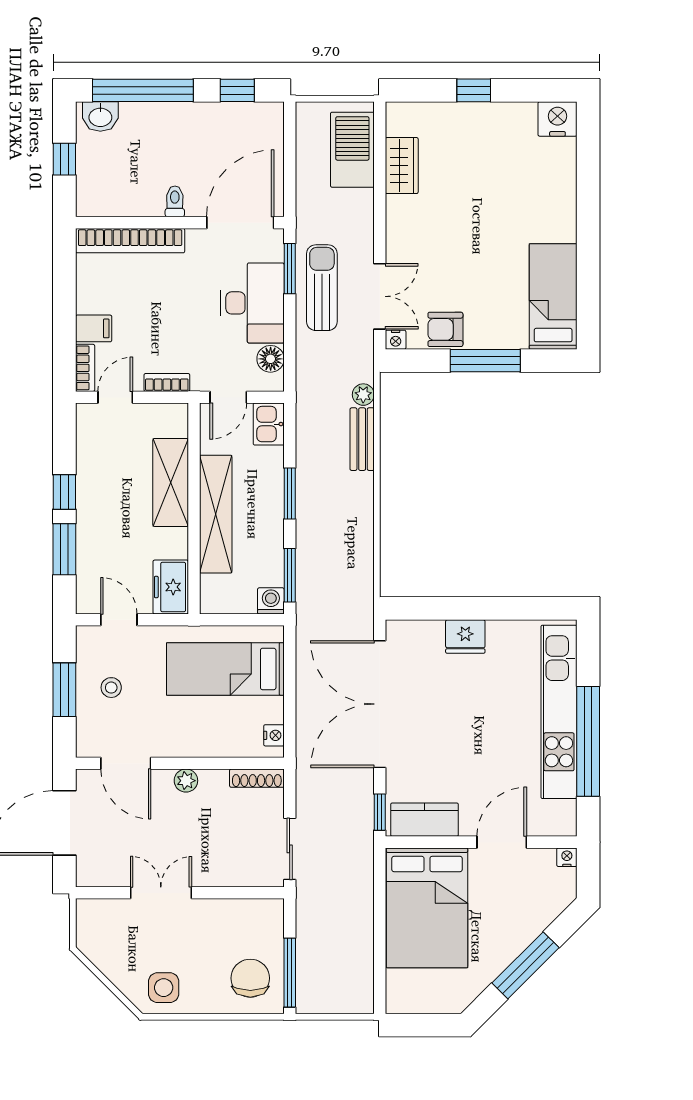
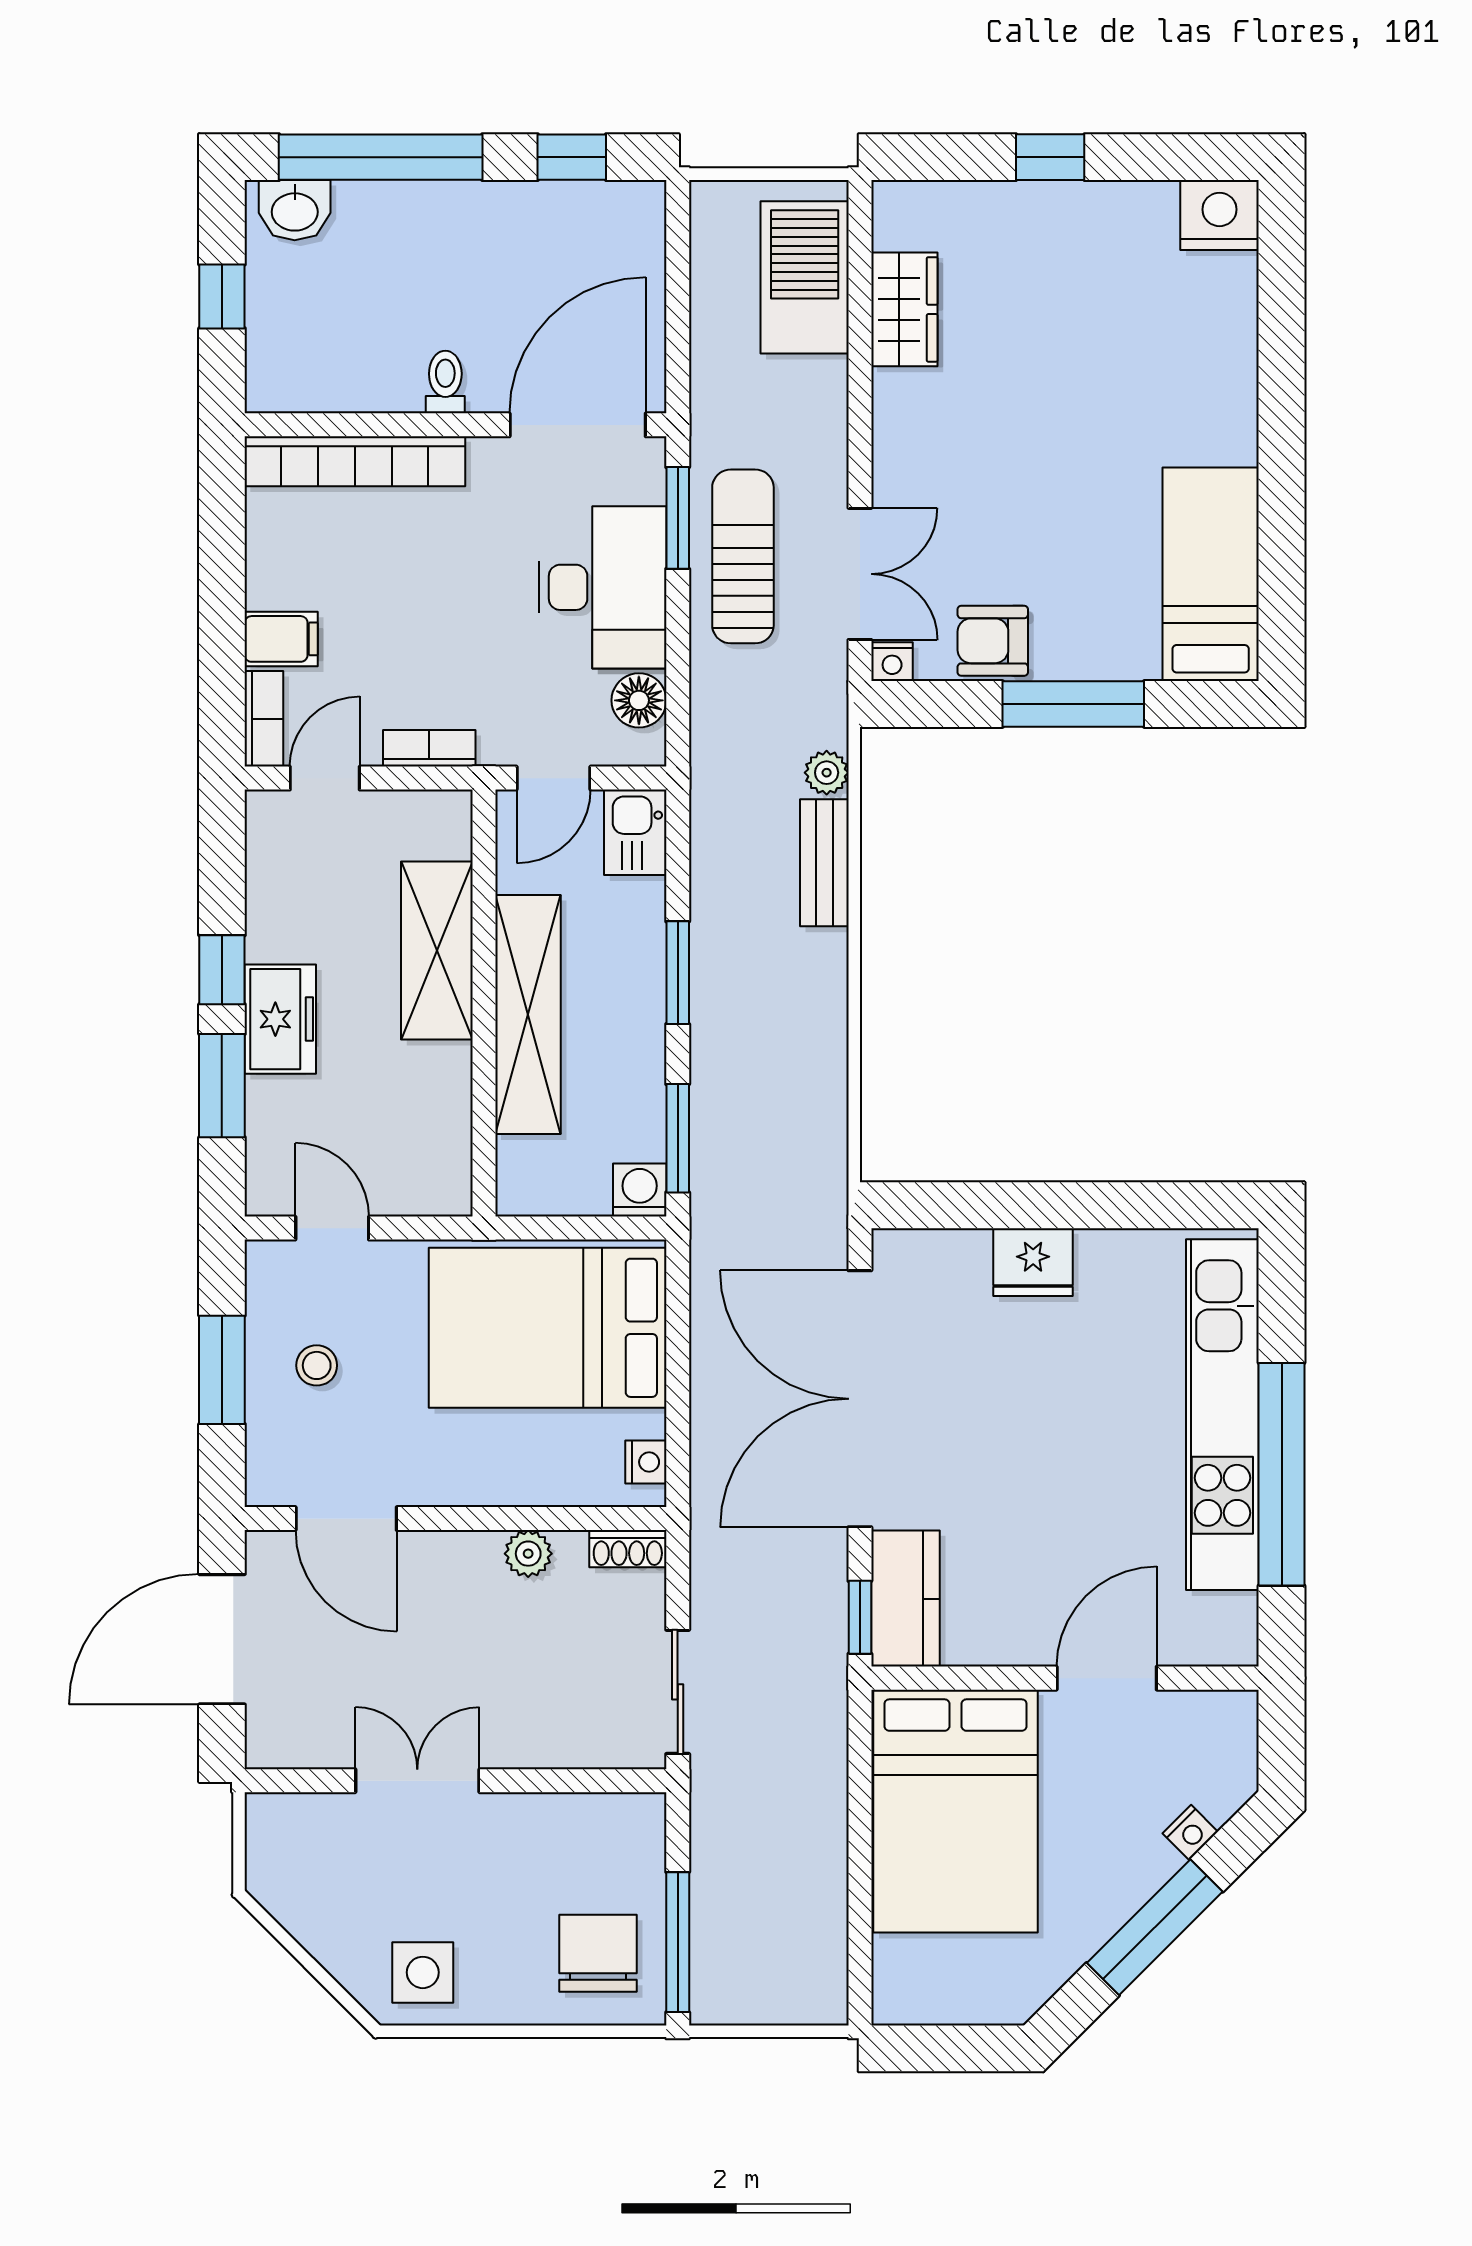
freezer: (171, 587) -> (280, 1019), moved, turned 180
bed: (225, 669) -> (548, 1328), width x1.50
shoe rack: (257, 778) -> (628, 1549), width x0.70
plant: (186, 781) -> (528, 1554), moved
kitchen counter: (424, 820) -> (905, 1599), moved, turned 90
nightstand: (567, 857) -> (1190, 1833), moved, turned 135

